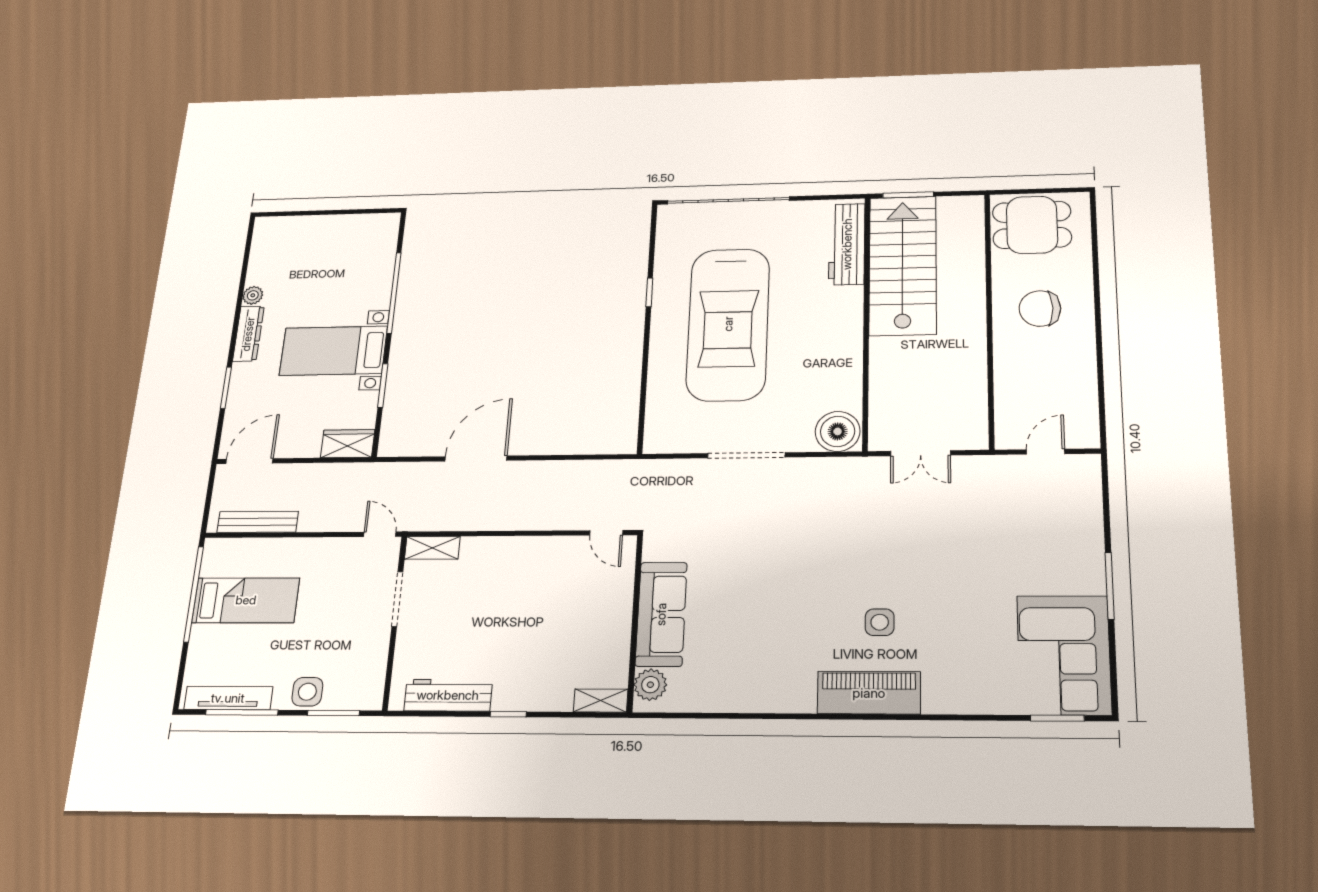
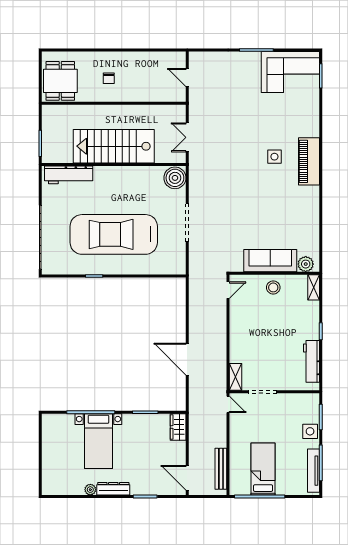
stairs: (903, 265) -> (114, 146), moved
chair: (1040, 309) -> (109, 78), width x0.54, depth x0.54
car: (728, 324) -> (114, 234), turned 180
bed with nightstands: (333, 351) -> (98, 441), moved
double door: (921, 453) -> (187, 137), swing flipped
door: (380, 534) -> (228, 404), swing flipped
stool: (606, 620) -> (273, 287), added

